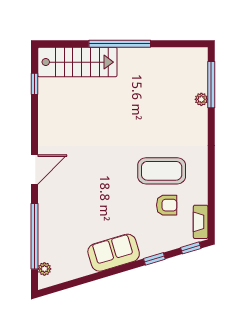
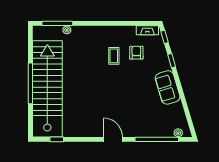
stairs: (77, 62) -> (47, 89), width x1.86, depth x1.51
coffee table: (162, 171) -> (114, 56), width x0.54, depth x0.58

